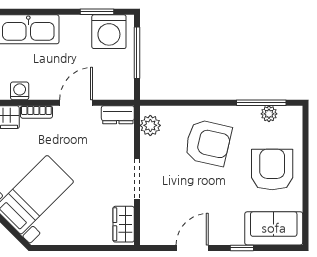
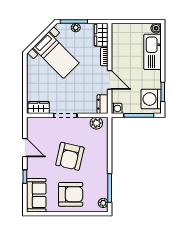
washing machine: (20, 91) -> (117, 108), moved
plant: (269, 114) -> (103, 203), moved
armchair: (208, 143) -> (70, 156), moved

